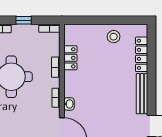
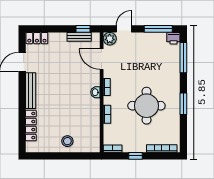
stool: (114, 37) -> (67, 141), moved
locker: (70, 58) -> (94, 122), removed
washbasin: (69, 104) -> (95, 92), moved

